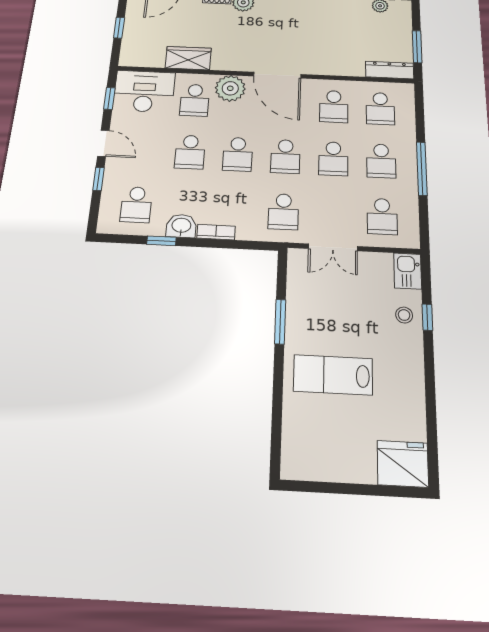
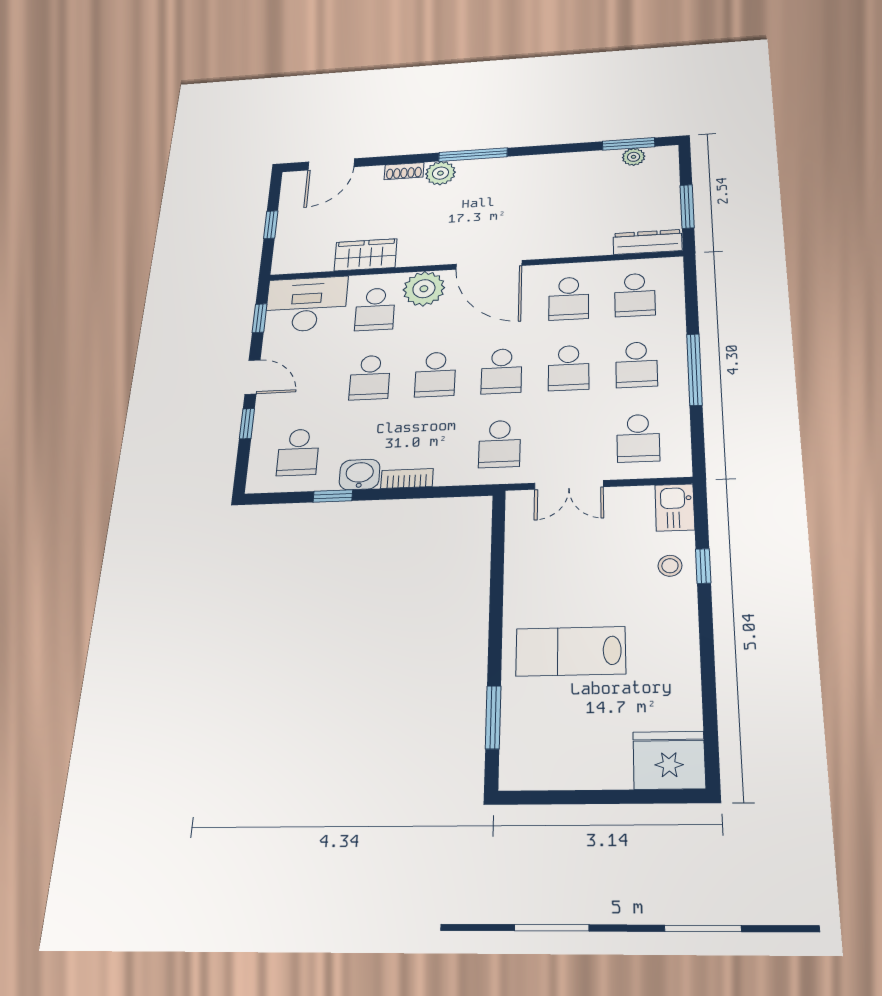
window: (280, 322) -> (493, 717), moved

